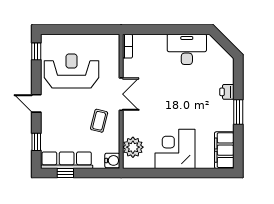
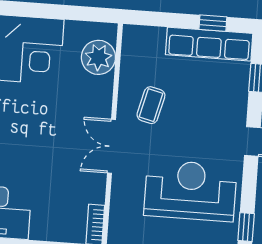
reception desk: (72, 71) -> (190, 191), turned 180
water cooler: (112, 160) -> (134, 38), removed

